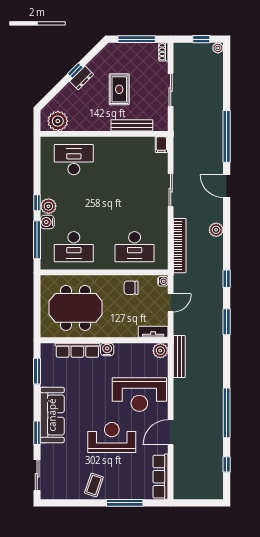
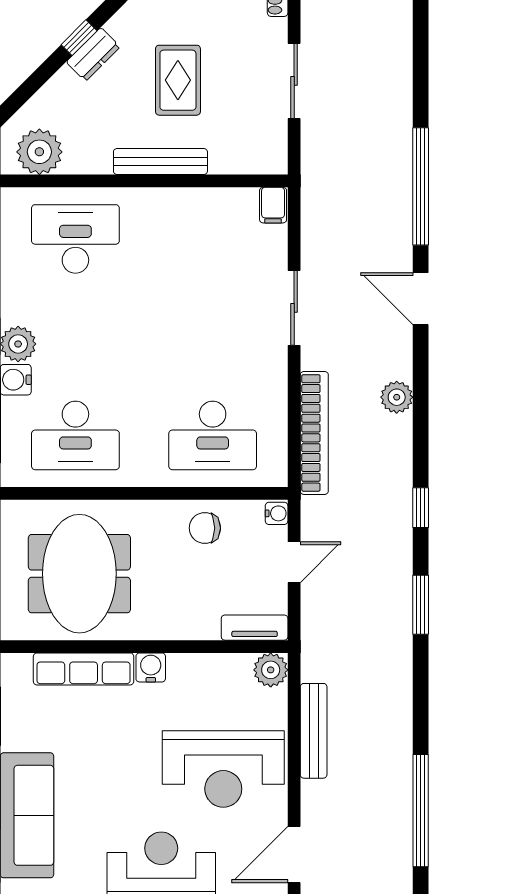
bench: (132, 125) -> (160, 162), moved
meeting table: (76, 308) -> (79, 574), turned 90
bench: (179, 357) -> (314, 731), moved

